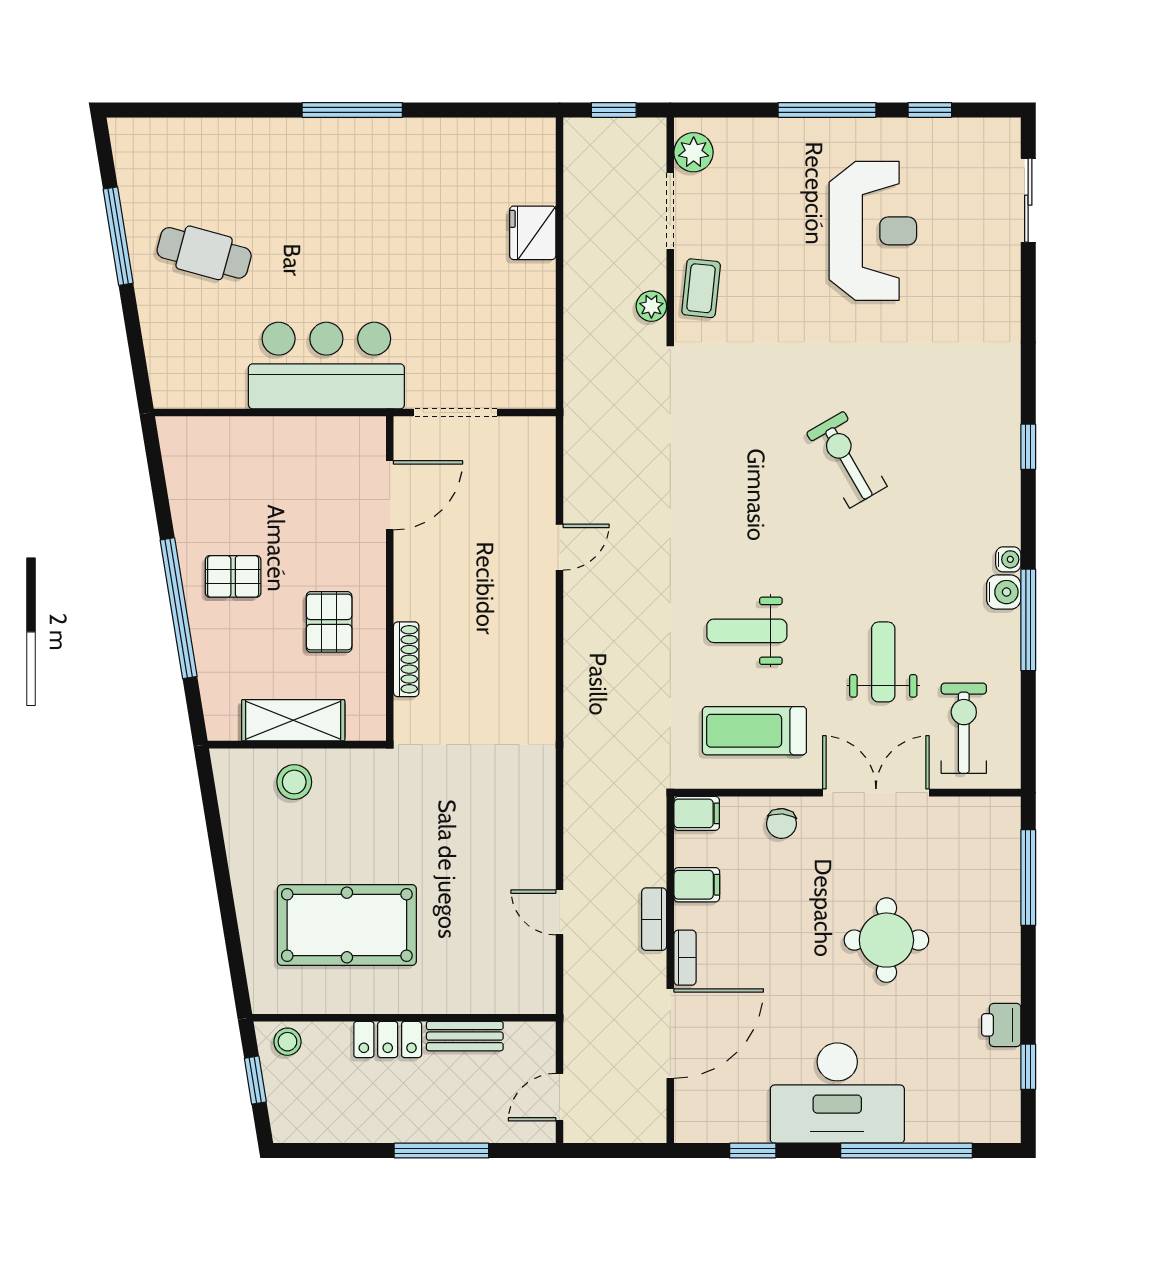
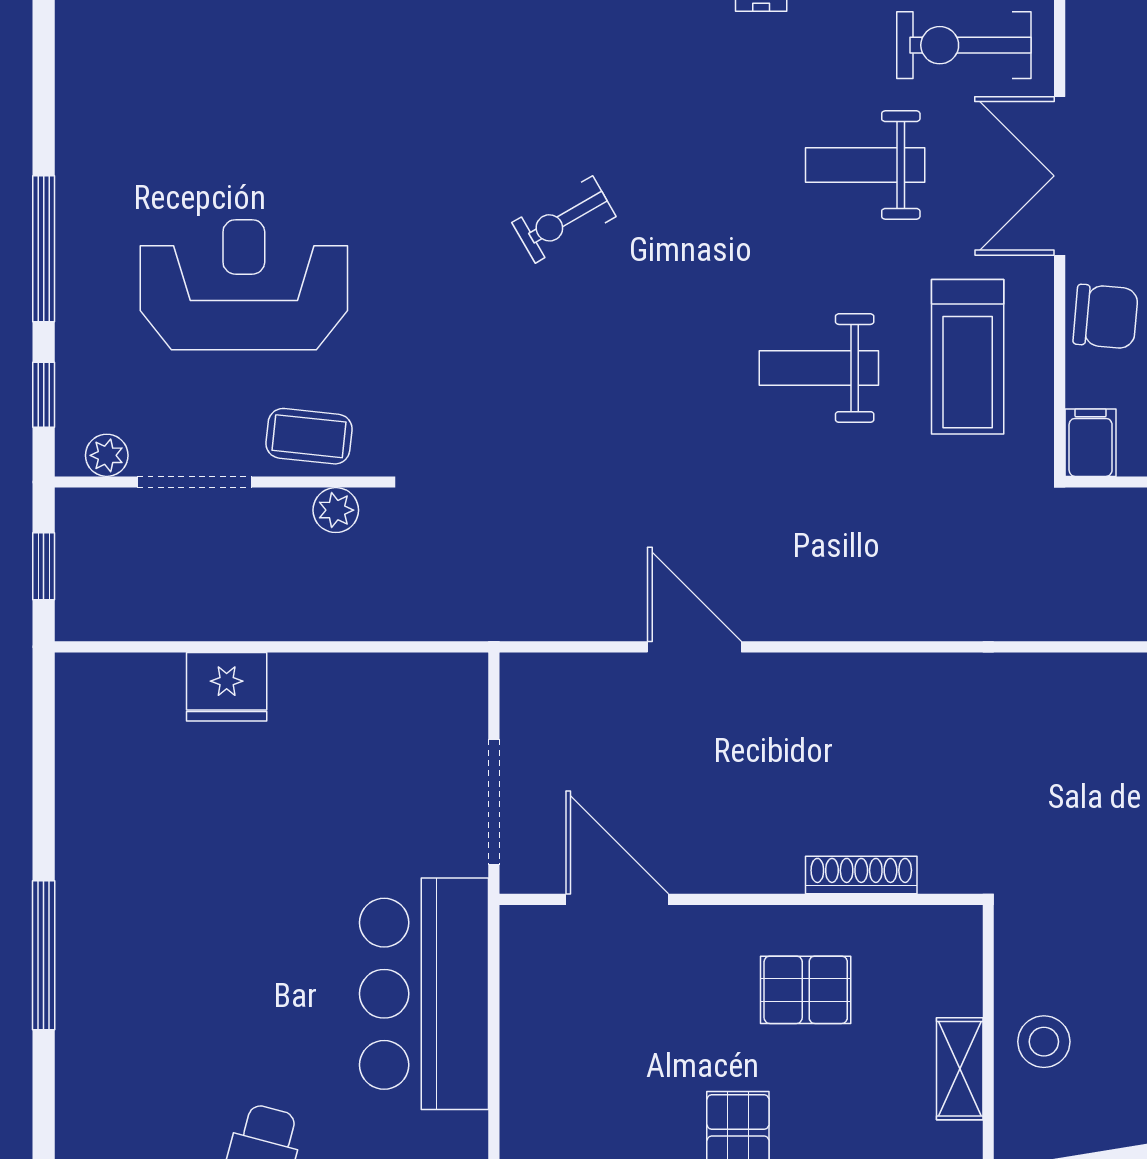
window: (930, 110) -> (44, 395), moved
plant: (694, 152) -> (107, 455), width x0.73, depth x0.73
reception desk: (873, 231) -> (244, 285), moved
exercise bike: (847, 460) -> (564, 219), width x0.73, depth x0.72
door: (560, 547) -> (694, 647), width x1.37
weight bench: (747, 631) -> (819, 368), turned 90
shelving: (293, 720) -> (960, 1069), width x0.67, depth x0.75
chair: (781, 823) -> (1106, 317), width x1.37, depth x1.37

